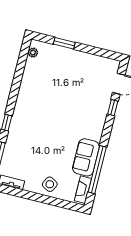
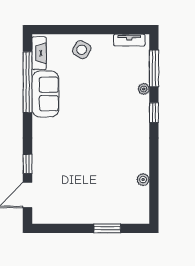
plant: (33, 53) -> (143, 180), moved
plant: (10, 142) -> (144, 89), added

